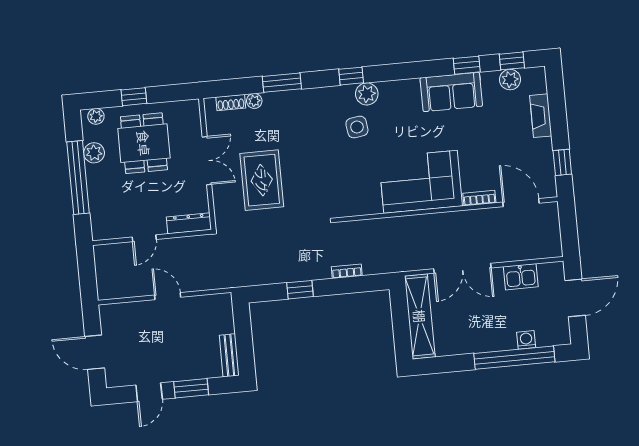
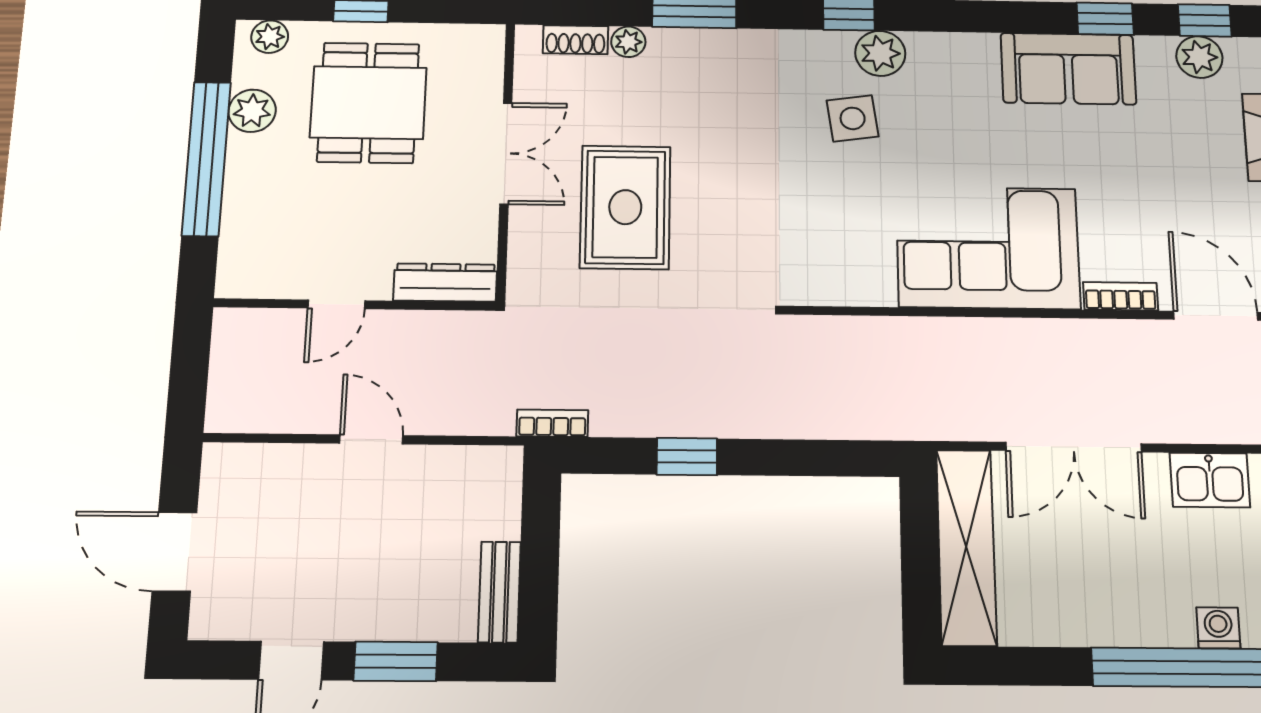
bookcase: (347, 271) -> (552, 423), moved

